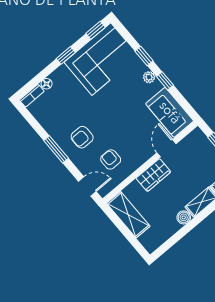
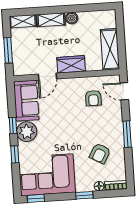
window: (66, 55) -> (84, 195), moved
plant: (149, 77) -> (27, 132), width x1.87, depth x1.87
armchair: (82, 137) -> (100, 153), moved, turned 119

